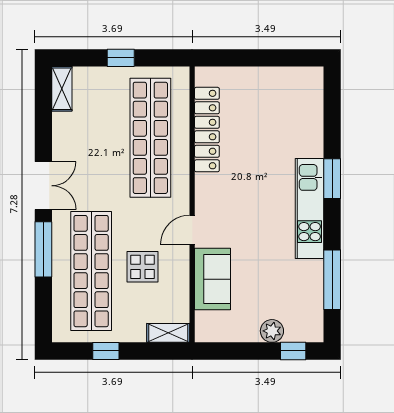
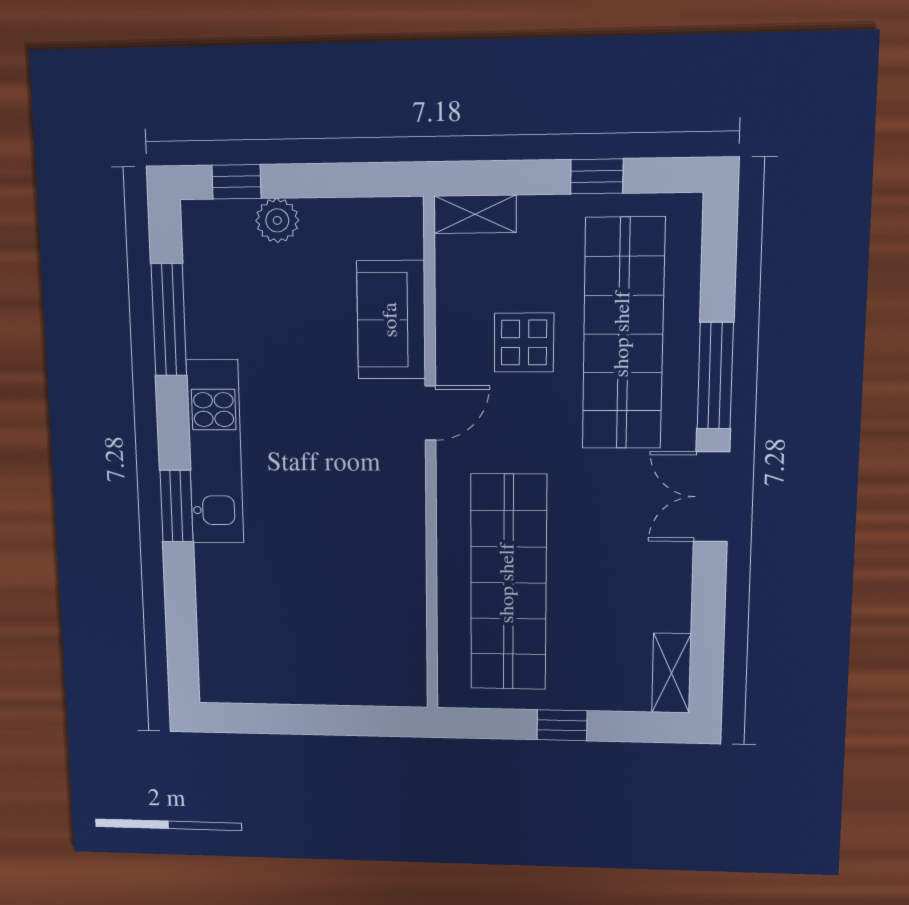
locker: (207, 130) -> (405, 596), removed

